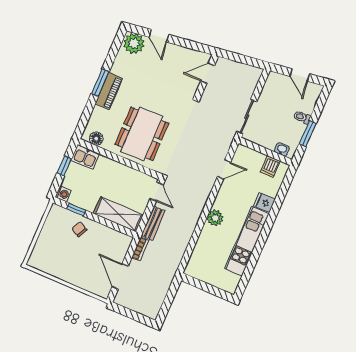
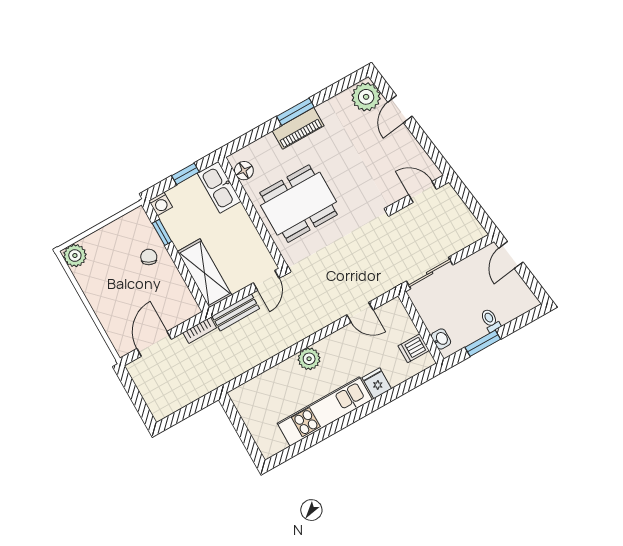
door: (300, 75) -> (511, 255), moved
kitchen sink: (85, 157) -> (219, 187), width x1.38
plant: (37, 260) -> (75, 256), added

